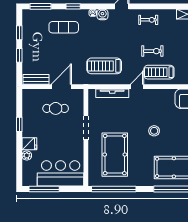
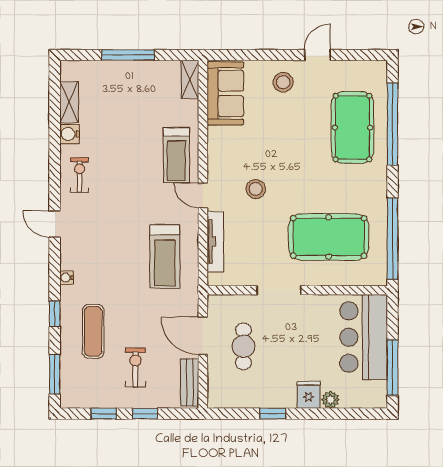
water cooler: (102, 14) -> (70, 134), moved
exercise bike: (152, 51) -> (135, 367), moved
stool: (154, 131) -> (256, 189), moved

